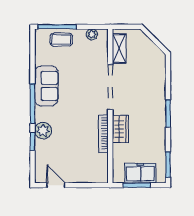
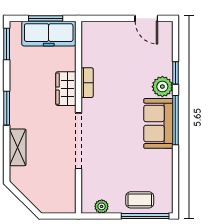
shelving: (119, 48) -> (18, 147), moved
sofa: (46, 86) -> (158, 123), moved
bookcase: (103, 134) -> (87, 83), width x0.64
freezer: (140, 173) -> (49, 34), width x1.40

